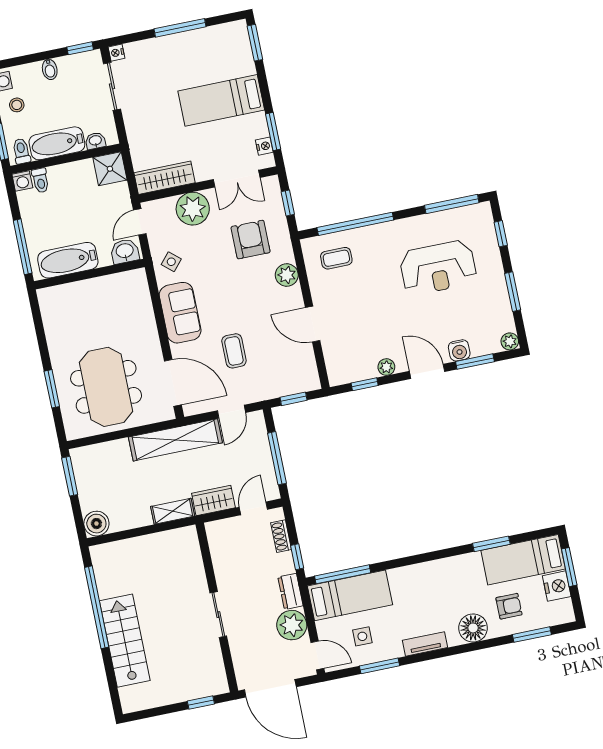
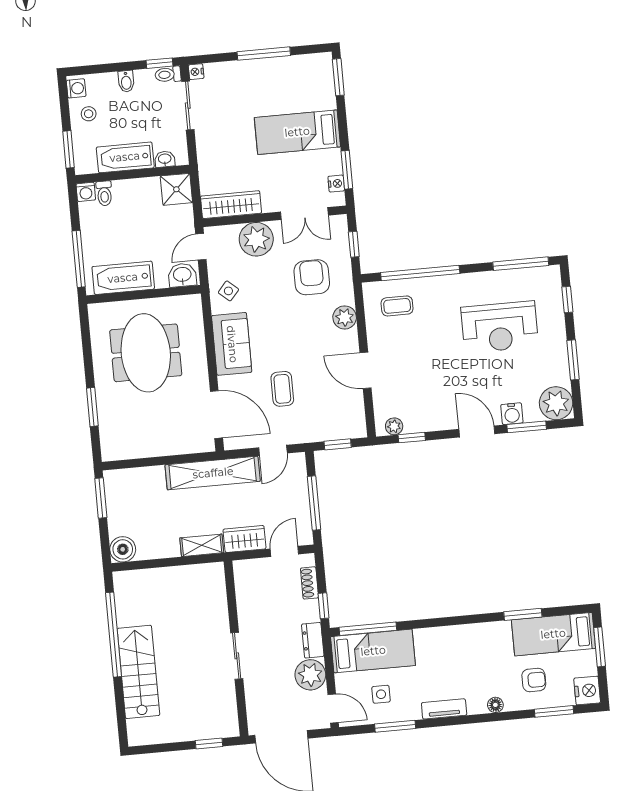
toilet: (21, 151) -> (168, 74), moved, turned -90
plant: (510, 341) -> (556, 403), width x1.88, depth x1.88
plant: (386, 367) -> (394, 426), moved
meeting table: (106, 387) -> (146, 353), moved
nightstand: (557, 586) -> (587, 691), moved
floor lamp: (473, 628) -> (495, 705), width x0.53, depth x0.53

